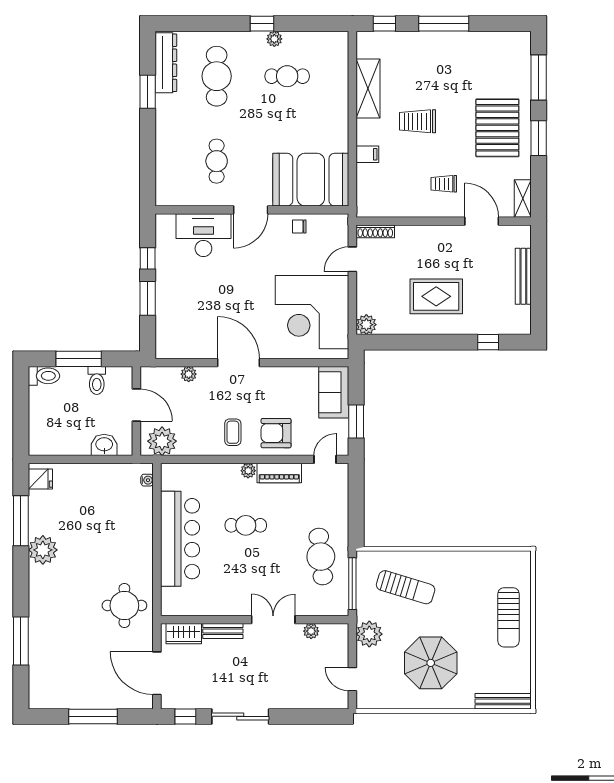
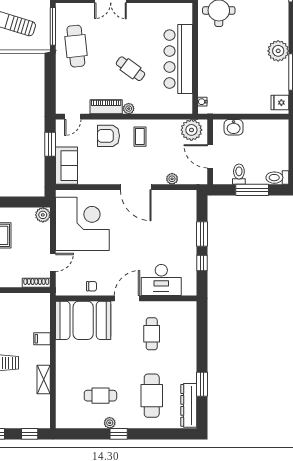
shelving: (368, 88) -> (44, 380), width x0.67, depth x0.75
armchair: (276, 433) -> (108, 136), turned 180
cafe table: (246, 525) -> (131, 69), turned 36

